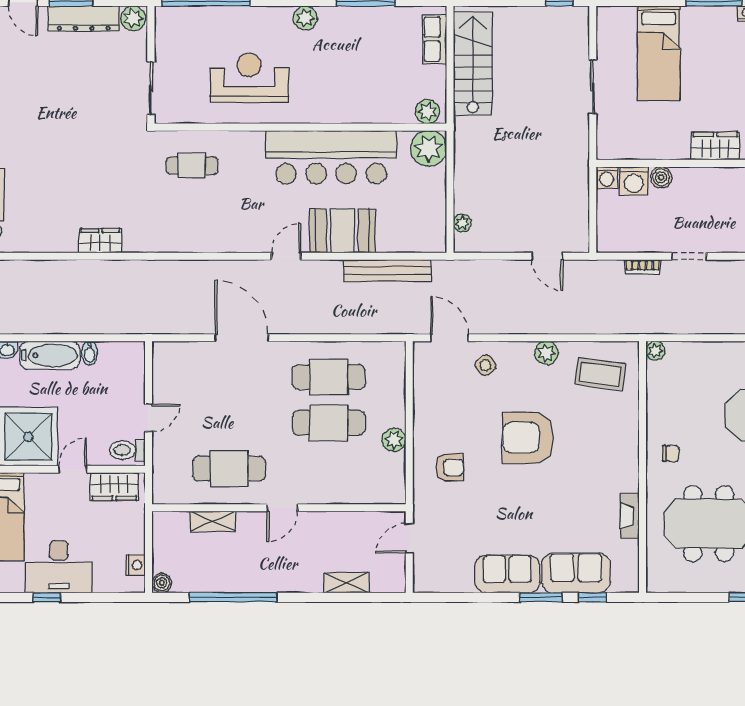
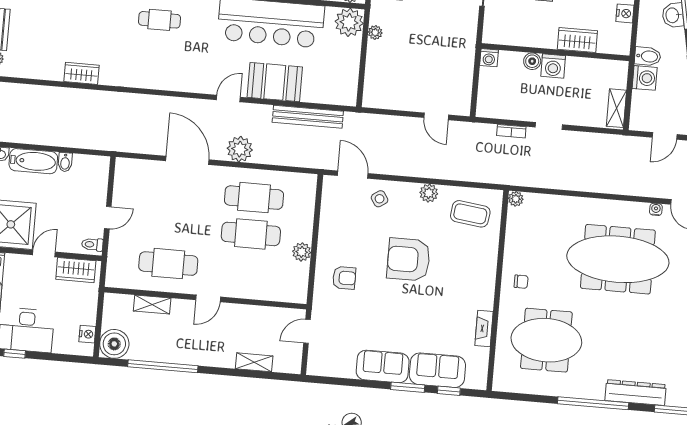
washing machine: (634, 181) -> (553, 66), moved
plant: (462, 223) -> (375, 32), moved
plant: (306, 318) -> (240, 149), added
toilet: (127, 450) -> (92, 245), width x0.73, depth x0.72
boiler: (162, 583) -> (114, 344), width x1.86, depth x1.86

